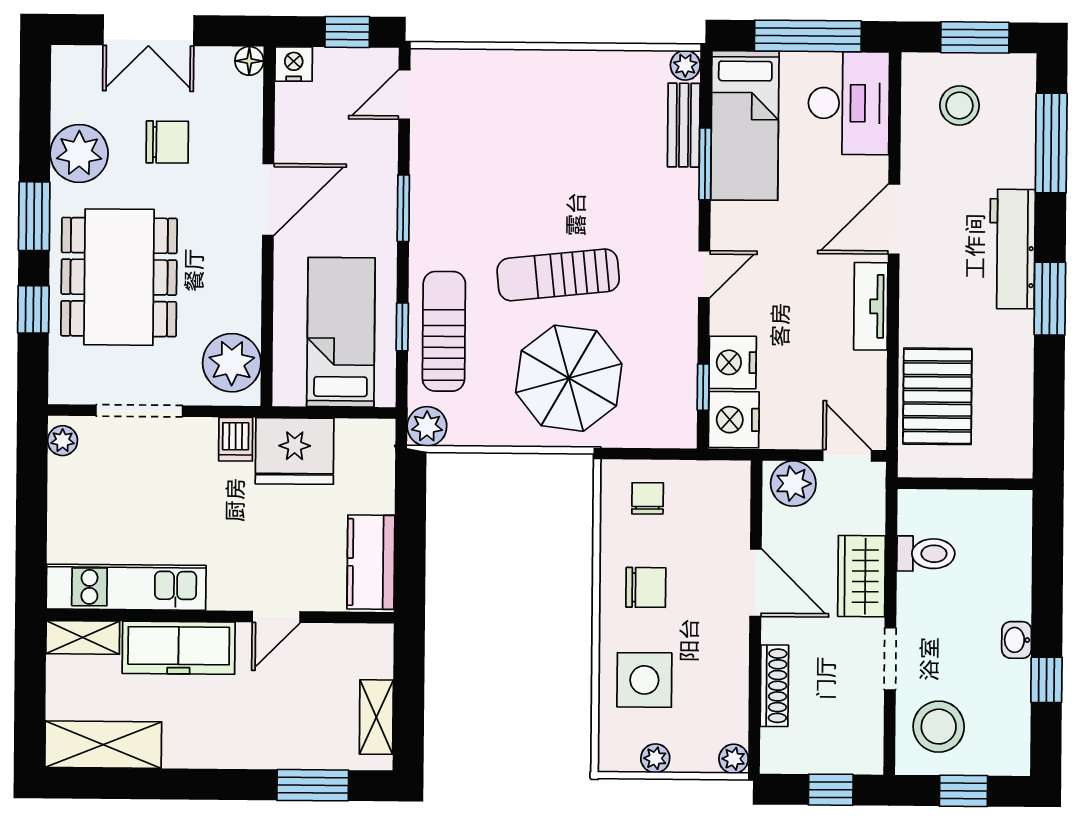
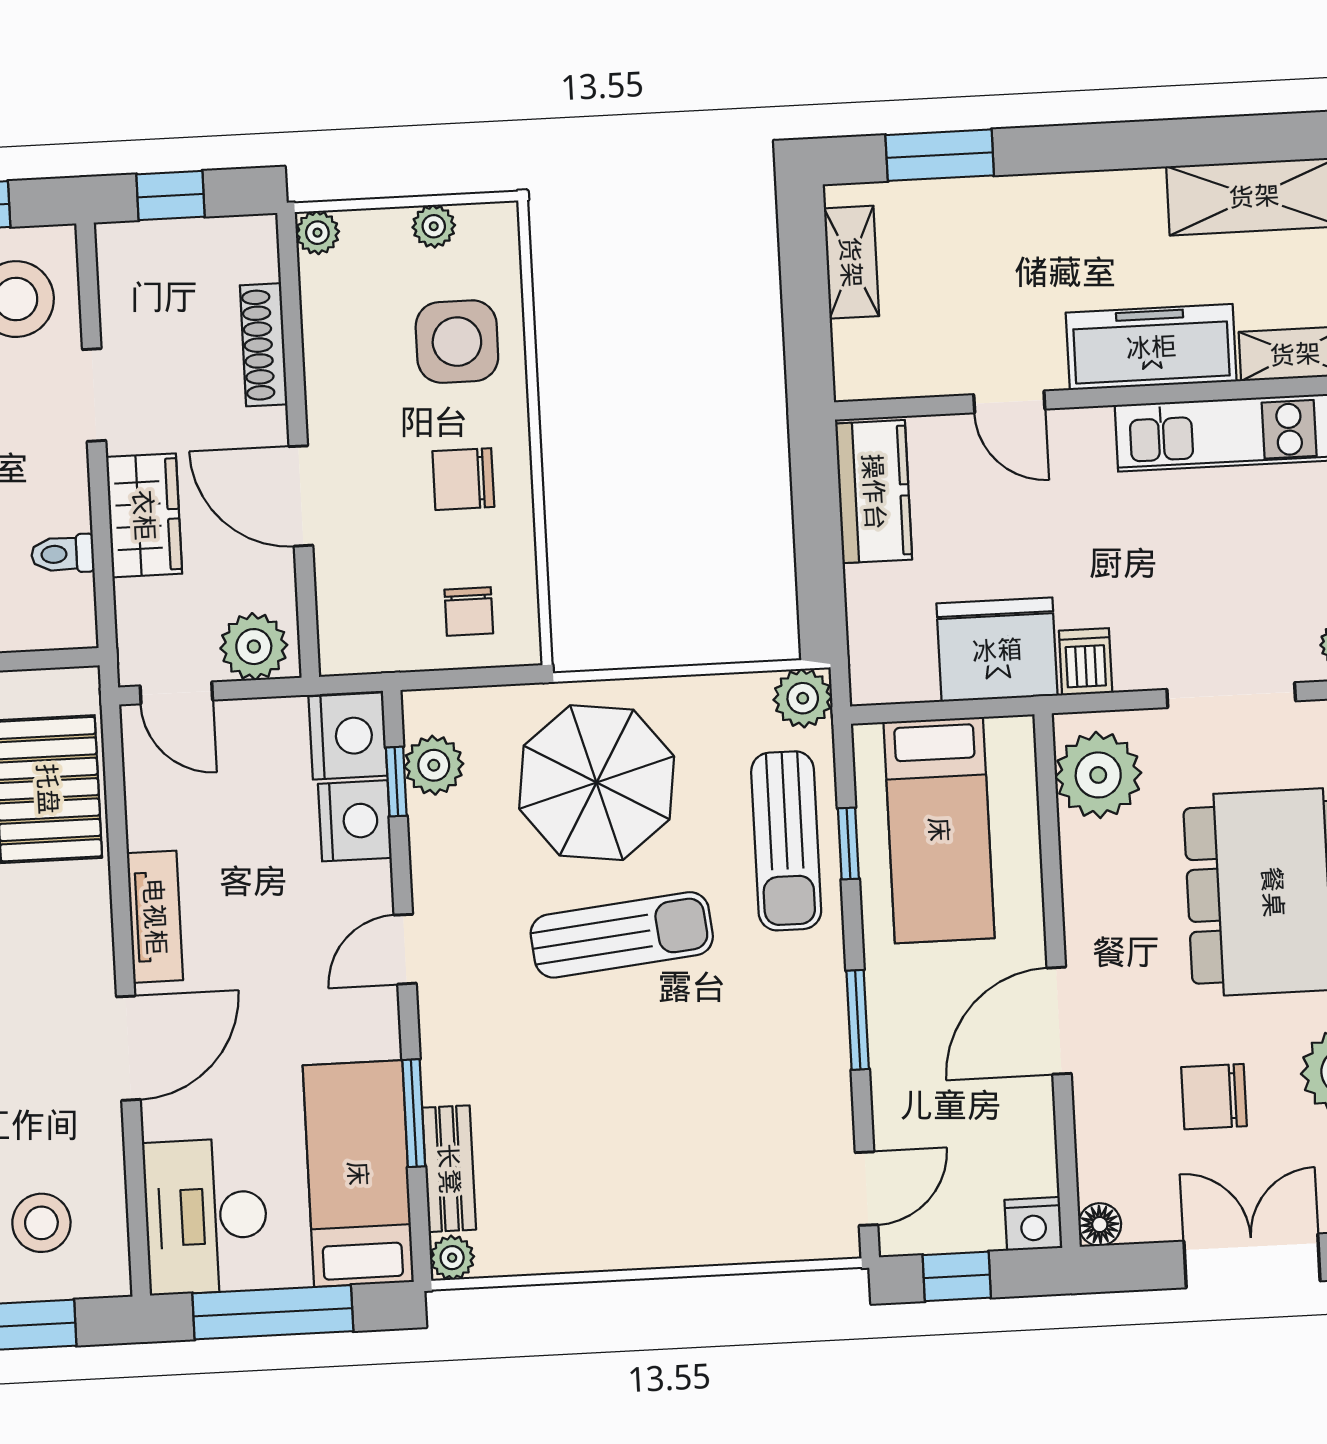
plant: (677, 397) -> (434, 765), added
toilet: (926, 554) -> (63, 554), width x0.73, depth x0.72
door: (276, 617) -> (1009, 402), swing flipped

